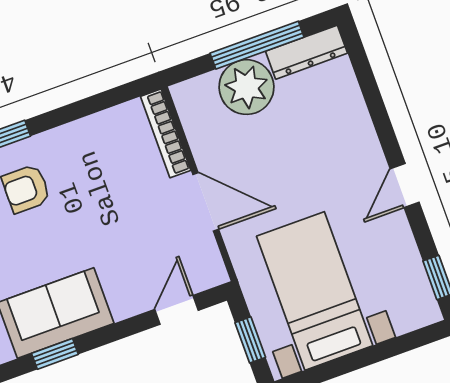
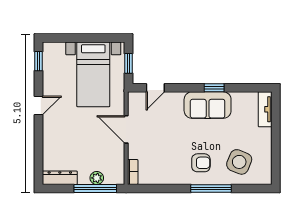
window: (257, 45) -> (95, 188), moved
plant: (246, 87) -> (97, 178), width x0.53, depth x0.53
bookcase: (166, 133) -> (133, 172), width x0.64

